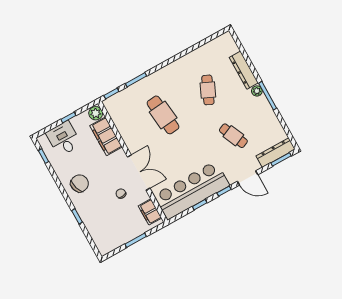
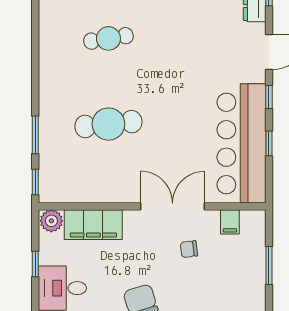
cafe table: (208, 90) -> (108, 38), turned -33
cafe table: (233, 136) -> (196, 38), removed
filing cabinet: (150, 212) -> (230, 222), width x0.50

